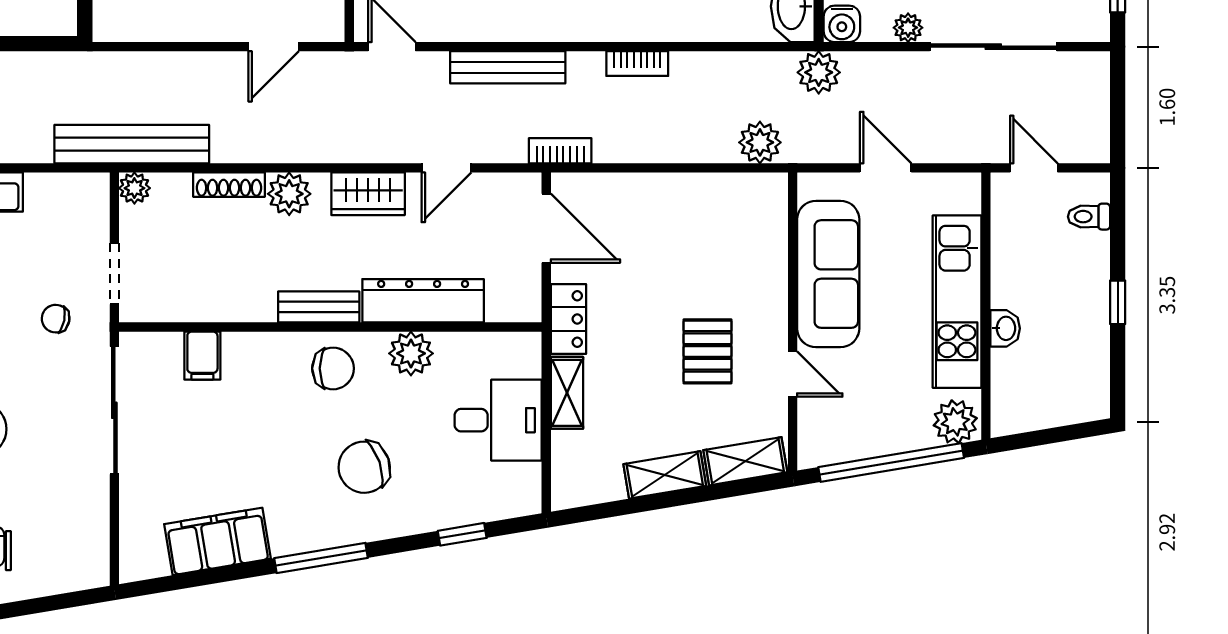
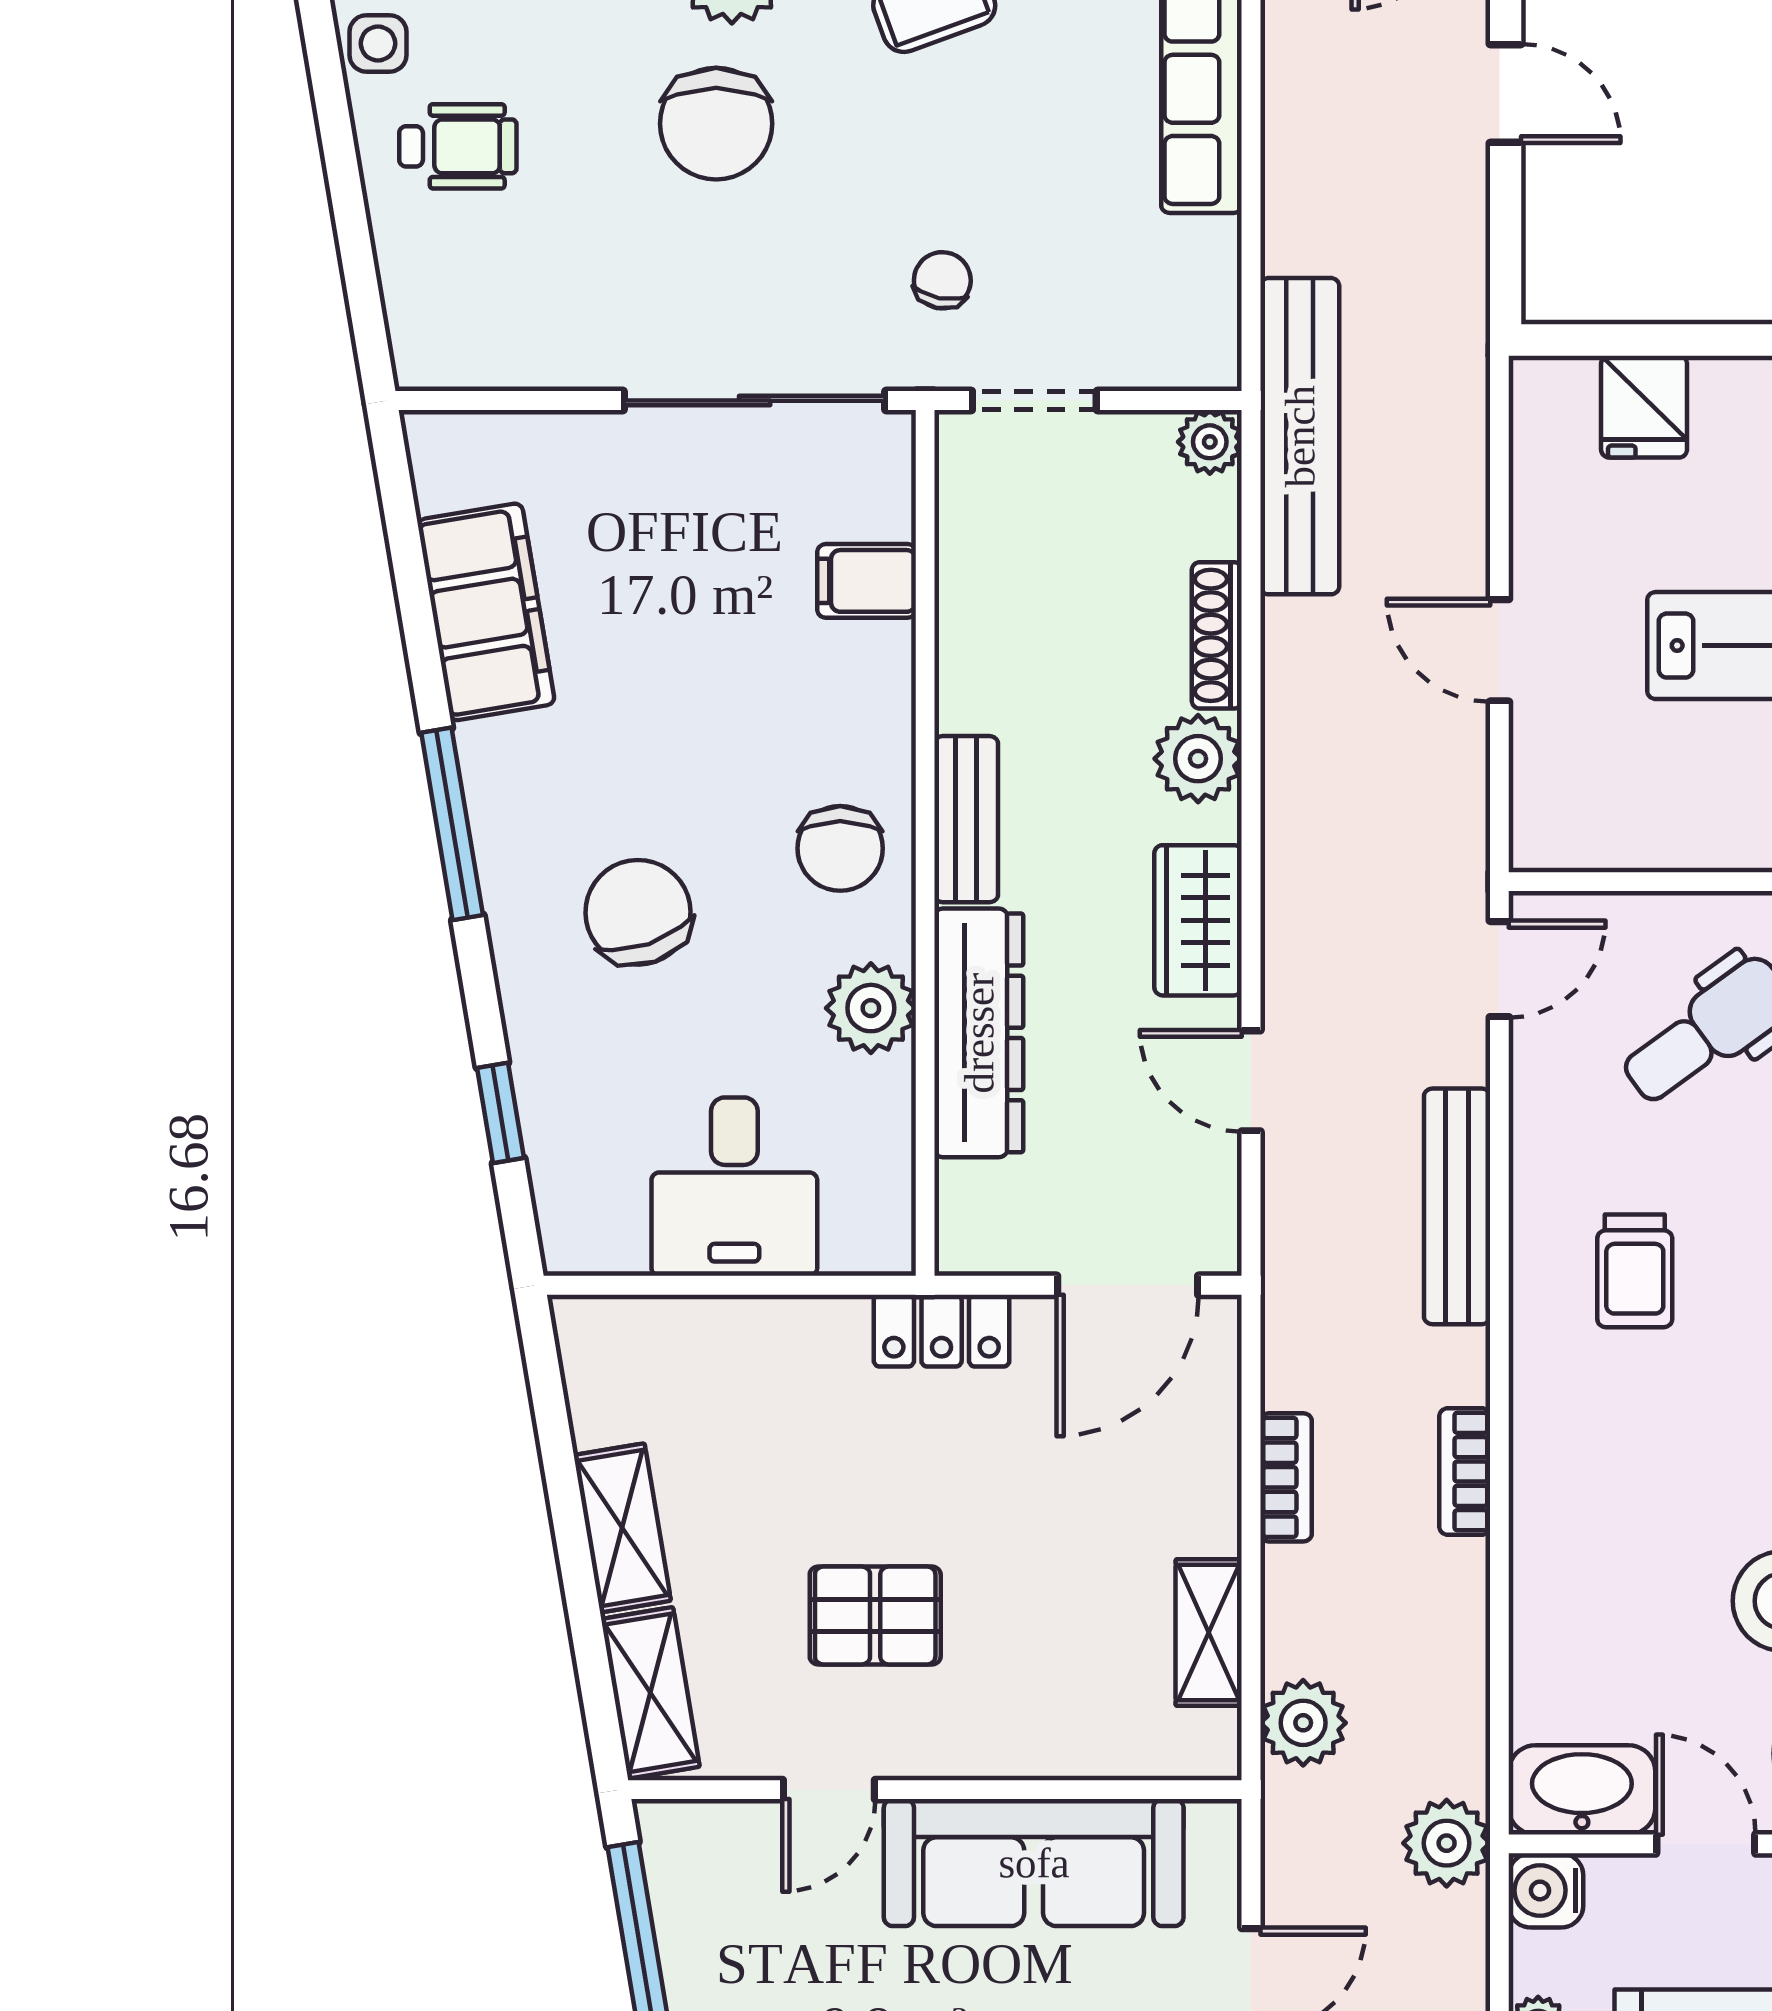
door: (274, 47) -> (1499, 650), moved
bookcase: (560, 151) -> (1286, 1477), moved
shelving: (567, 393) -> (1209, 1633), moved, turned 90

